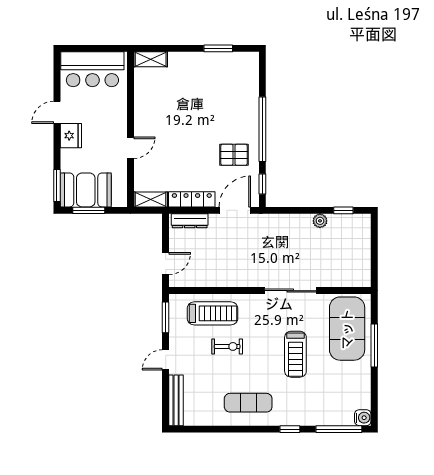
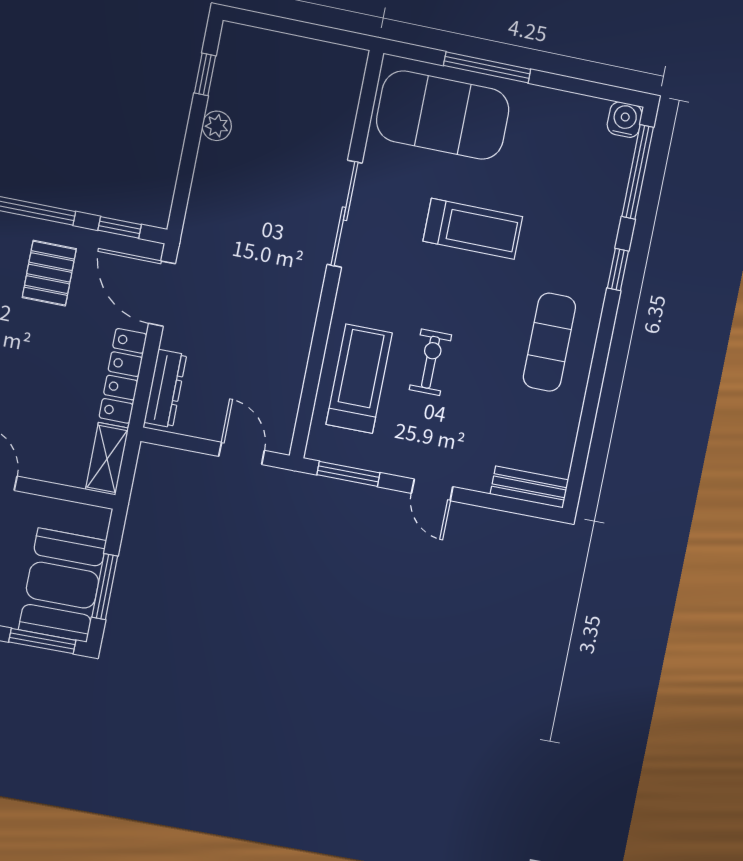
bench: (176, 400) -> (529, 487), width x0.73

